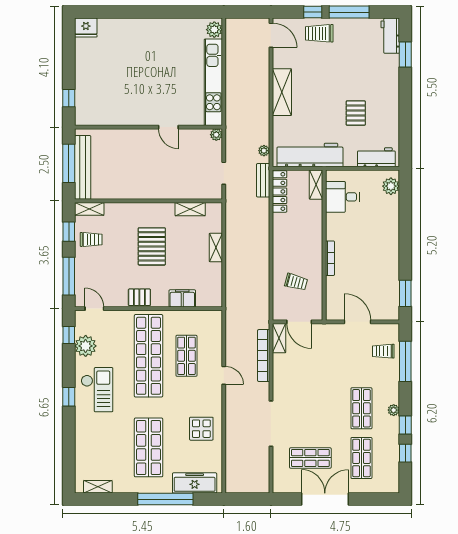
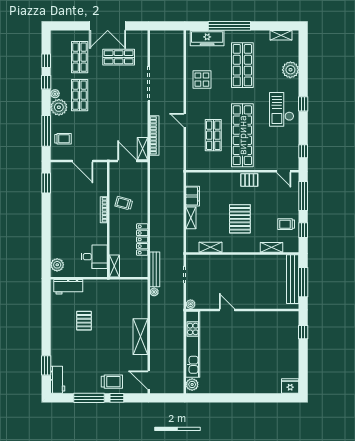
workbench: (310, 155) -> (119, 289), removed
bench: (263, 180) -> (155, 269), width x1.36
locker: (280, 191) -> (142, 240), moved
shelving: (89, 209) -> (272, 247), moved
trolley: (296, 282) -> (124, 203), moved
filing cabinet: (182, 298) -> (193, 196), moved, turned -90
plant: (86, 346) -> (290, 70), moved
plant: (389, 392) -> (59, 107), added

